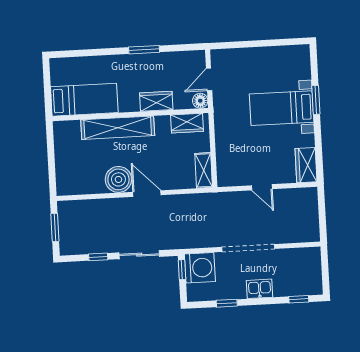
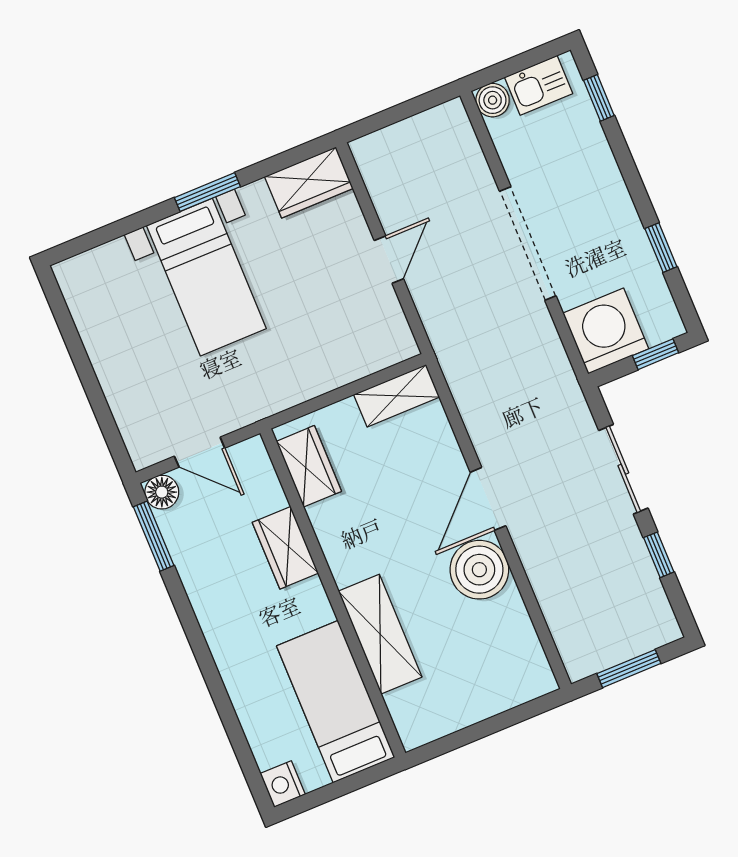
window: (144, 50) -> (154, 536), moved
nightstand: (58, 65) -> (283, 784), added
window: (316, 100) -> (207, 192), moved
floor lamp: (200, 101) -> (162, 492), moved
shelving: (118, 128) -> (380, 634), width x0.68
boiler: (313, 254) -> (493, 100), added
window: (182, 270) -> (655, 354), moved
kitchen sink: (260, 289) -> (539, 85), moved, turned -90

